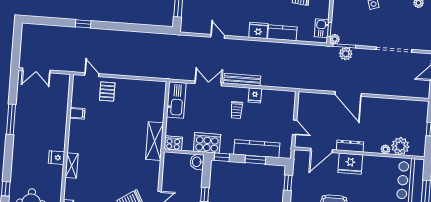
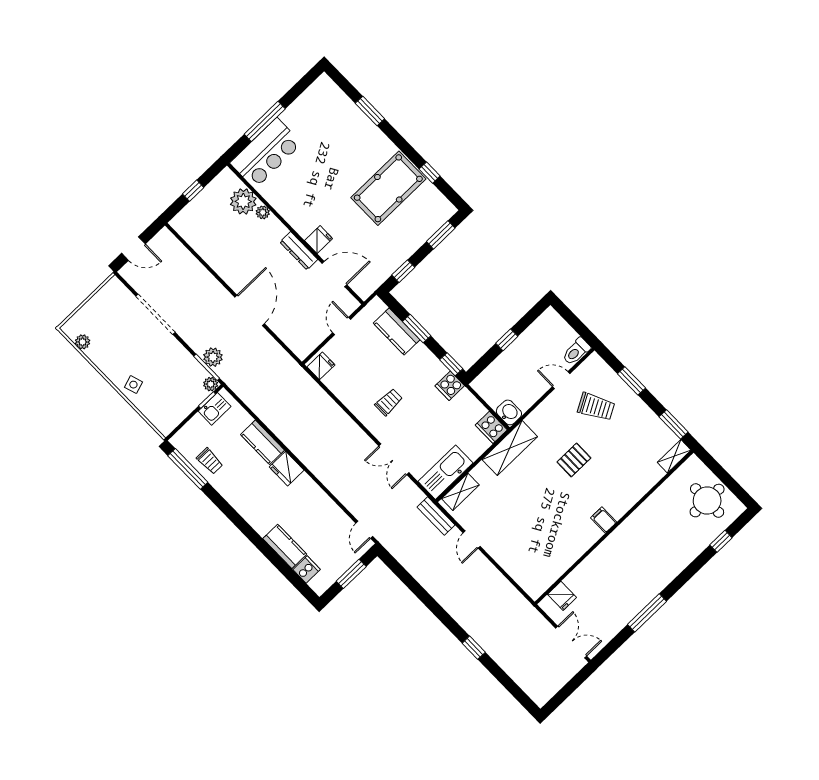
door: (218, 36) -> (364, 530), moved
door: (92, 75) -> (472, 540), moved
bench: (242, 80) -> (436, 516), moved, width x0.73
pallet: (107, 91) -> (574, 460), moved
fridge: (255, 95) -> (321, 366), moved
filing cabinet: (77, 113) -> (604, 520), moved
cooker: (207, 143) -> (450, 386), width x0.53, depth x0.76
kitchen counter: (257, 149) -> (397, 331), width x0.67
fridge: (57, 158) -> (562, 596), moved
washbasin: (197, 162) -> (509, 412), moved, turned -90
fridge: (350, 164) -> (319, 240), width x0.53, depth x0.75
shelving: (72, 166) -> (460, 492), moved

